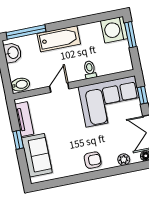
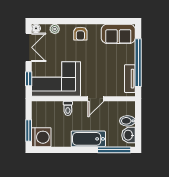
bidet: (20, 85) -> (127, 121), moved
window: (18, 140) -> (138, 63), width x3.17
sofa: (37, 155) -> (118, 34), moved, turned -90
armchair: (93, 160) -> (80, 34), turned -90

